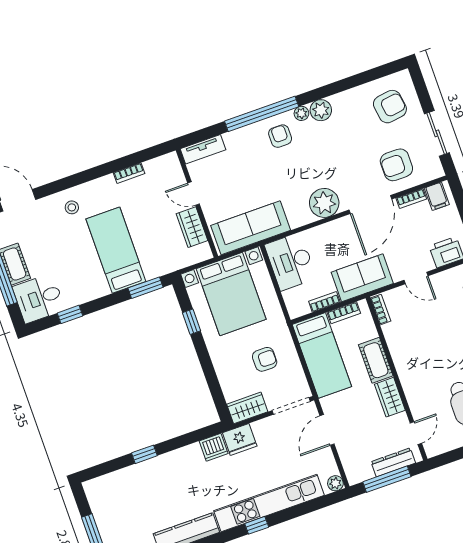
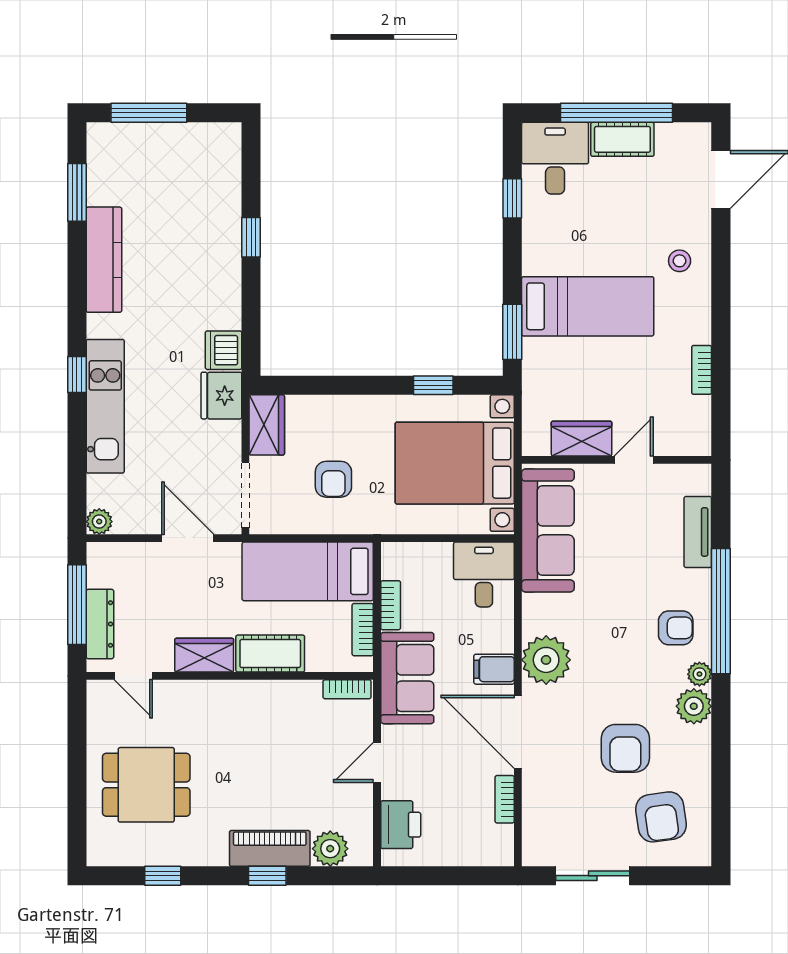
tv unit: (203, 149) -> (698, 532), moved
armchair: (396, 165) -> (625, 748), moved, turned 180
filing cabinet: (437, 196) -> (494, 669), moved
desk: (291, 262) -> (484, 574), width x0.73
kitchen unit: (269, 503) -> (105, 406), width x0.73

